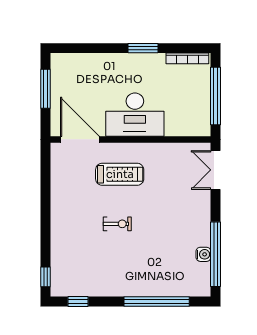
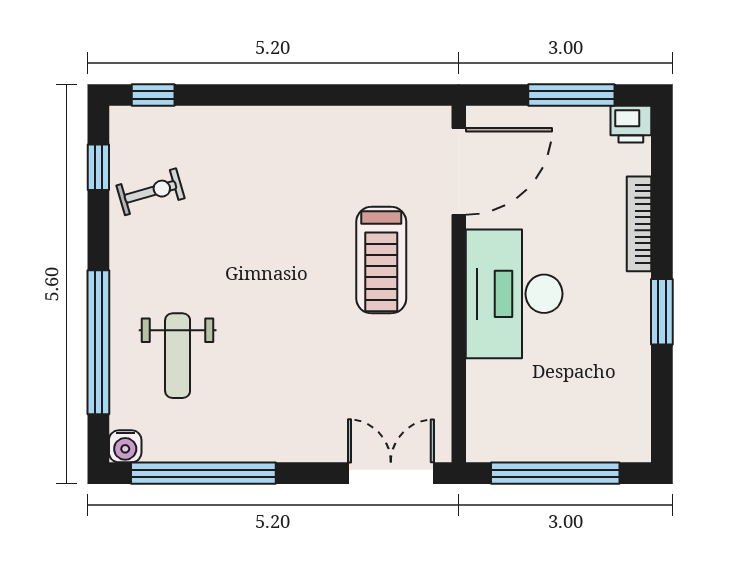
bookcase: (187, 58) -> (639, 224), moved
printer: (59, 62) -> (631, 124), added
exercise bike: (117, 224) -> (150, 192), moved, turned -106
water cooler: (203, 254) -> (125, 446), moved
weight bench: (163, 266) -> (178, 356), added

